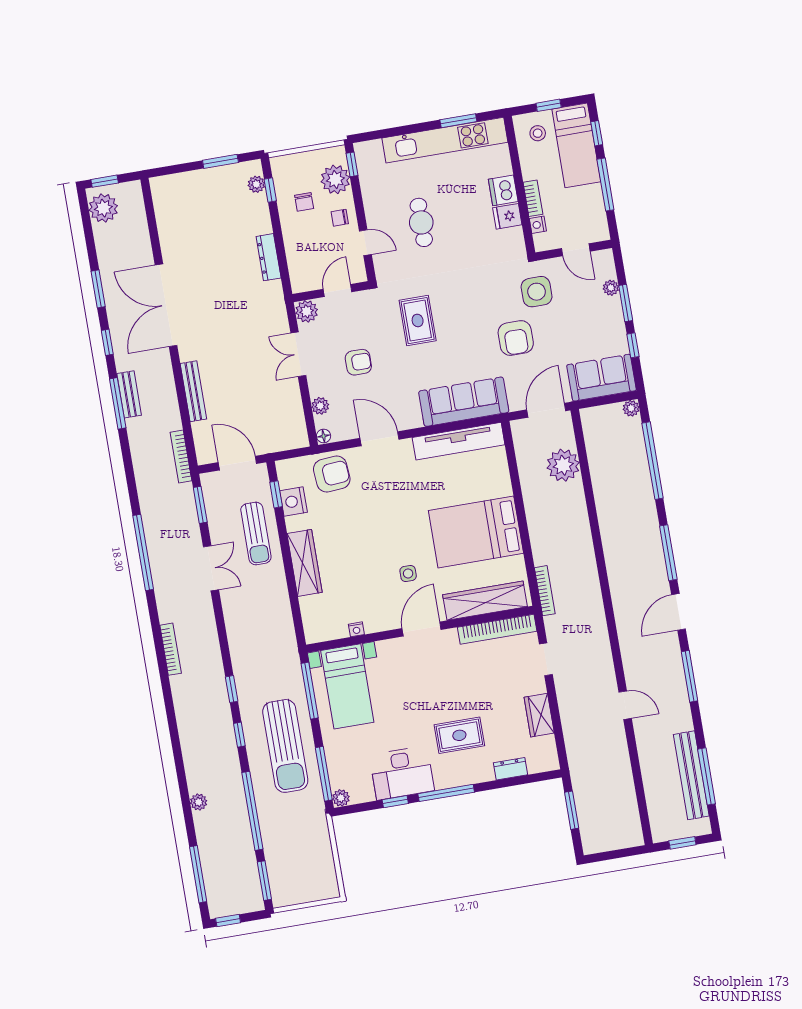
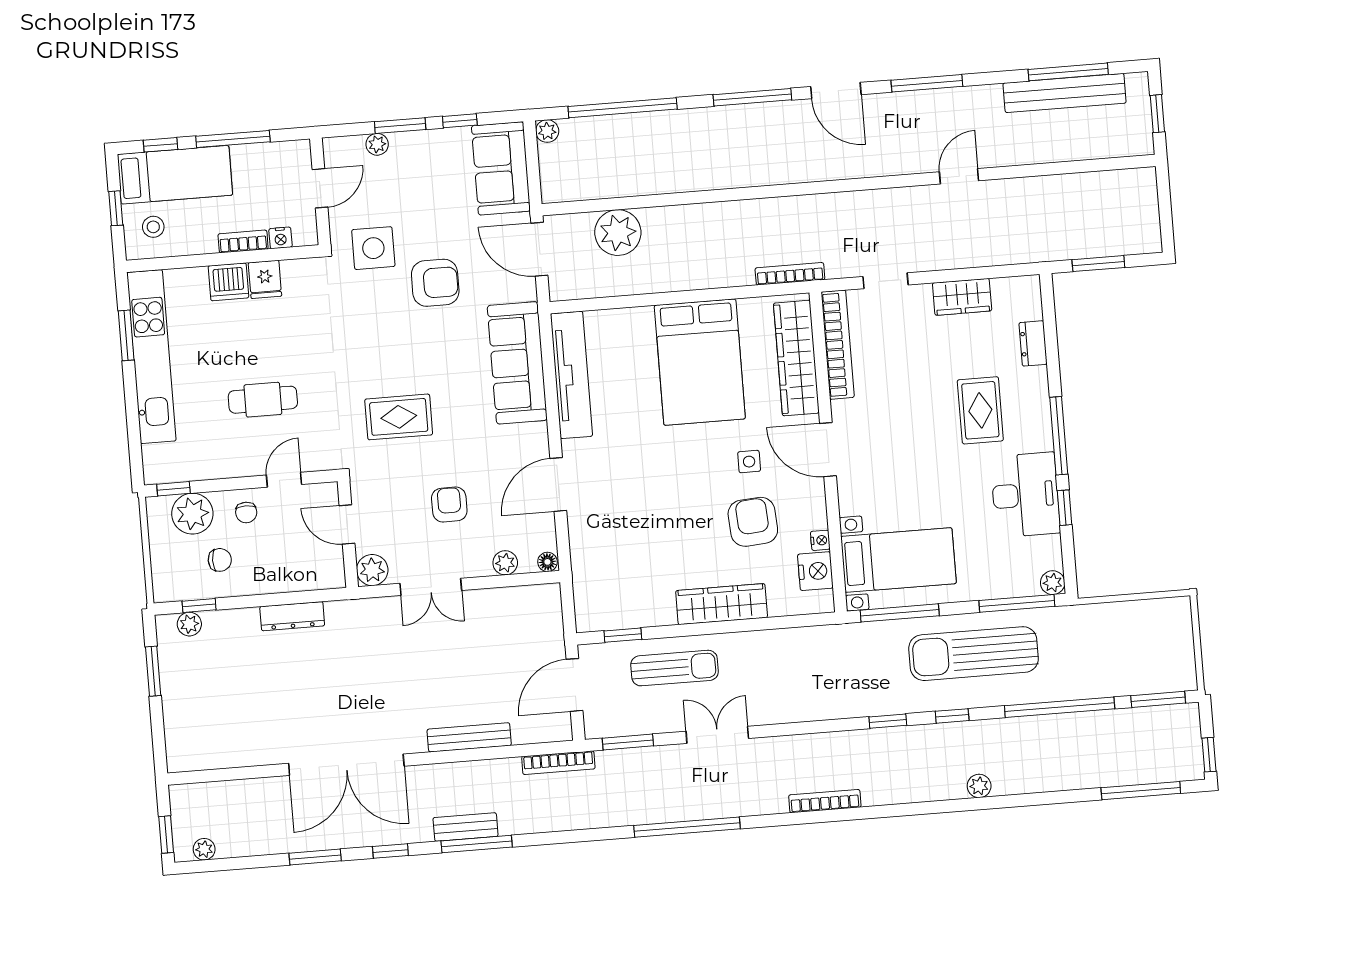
plant: (103, 208) -> (204, 849), width x0.53, depth x0.53
armchair: (332, 474) -> (753, 522), moved
nightstand: (293, 501) -> (815, 571), moved, turned -90
sun lounger: (285, 746) -> (974, 654), turned 180
plant: (199, 802) -> (979, 786), moved

